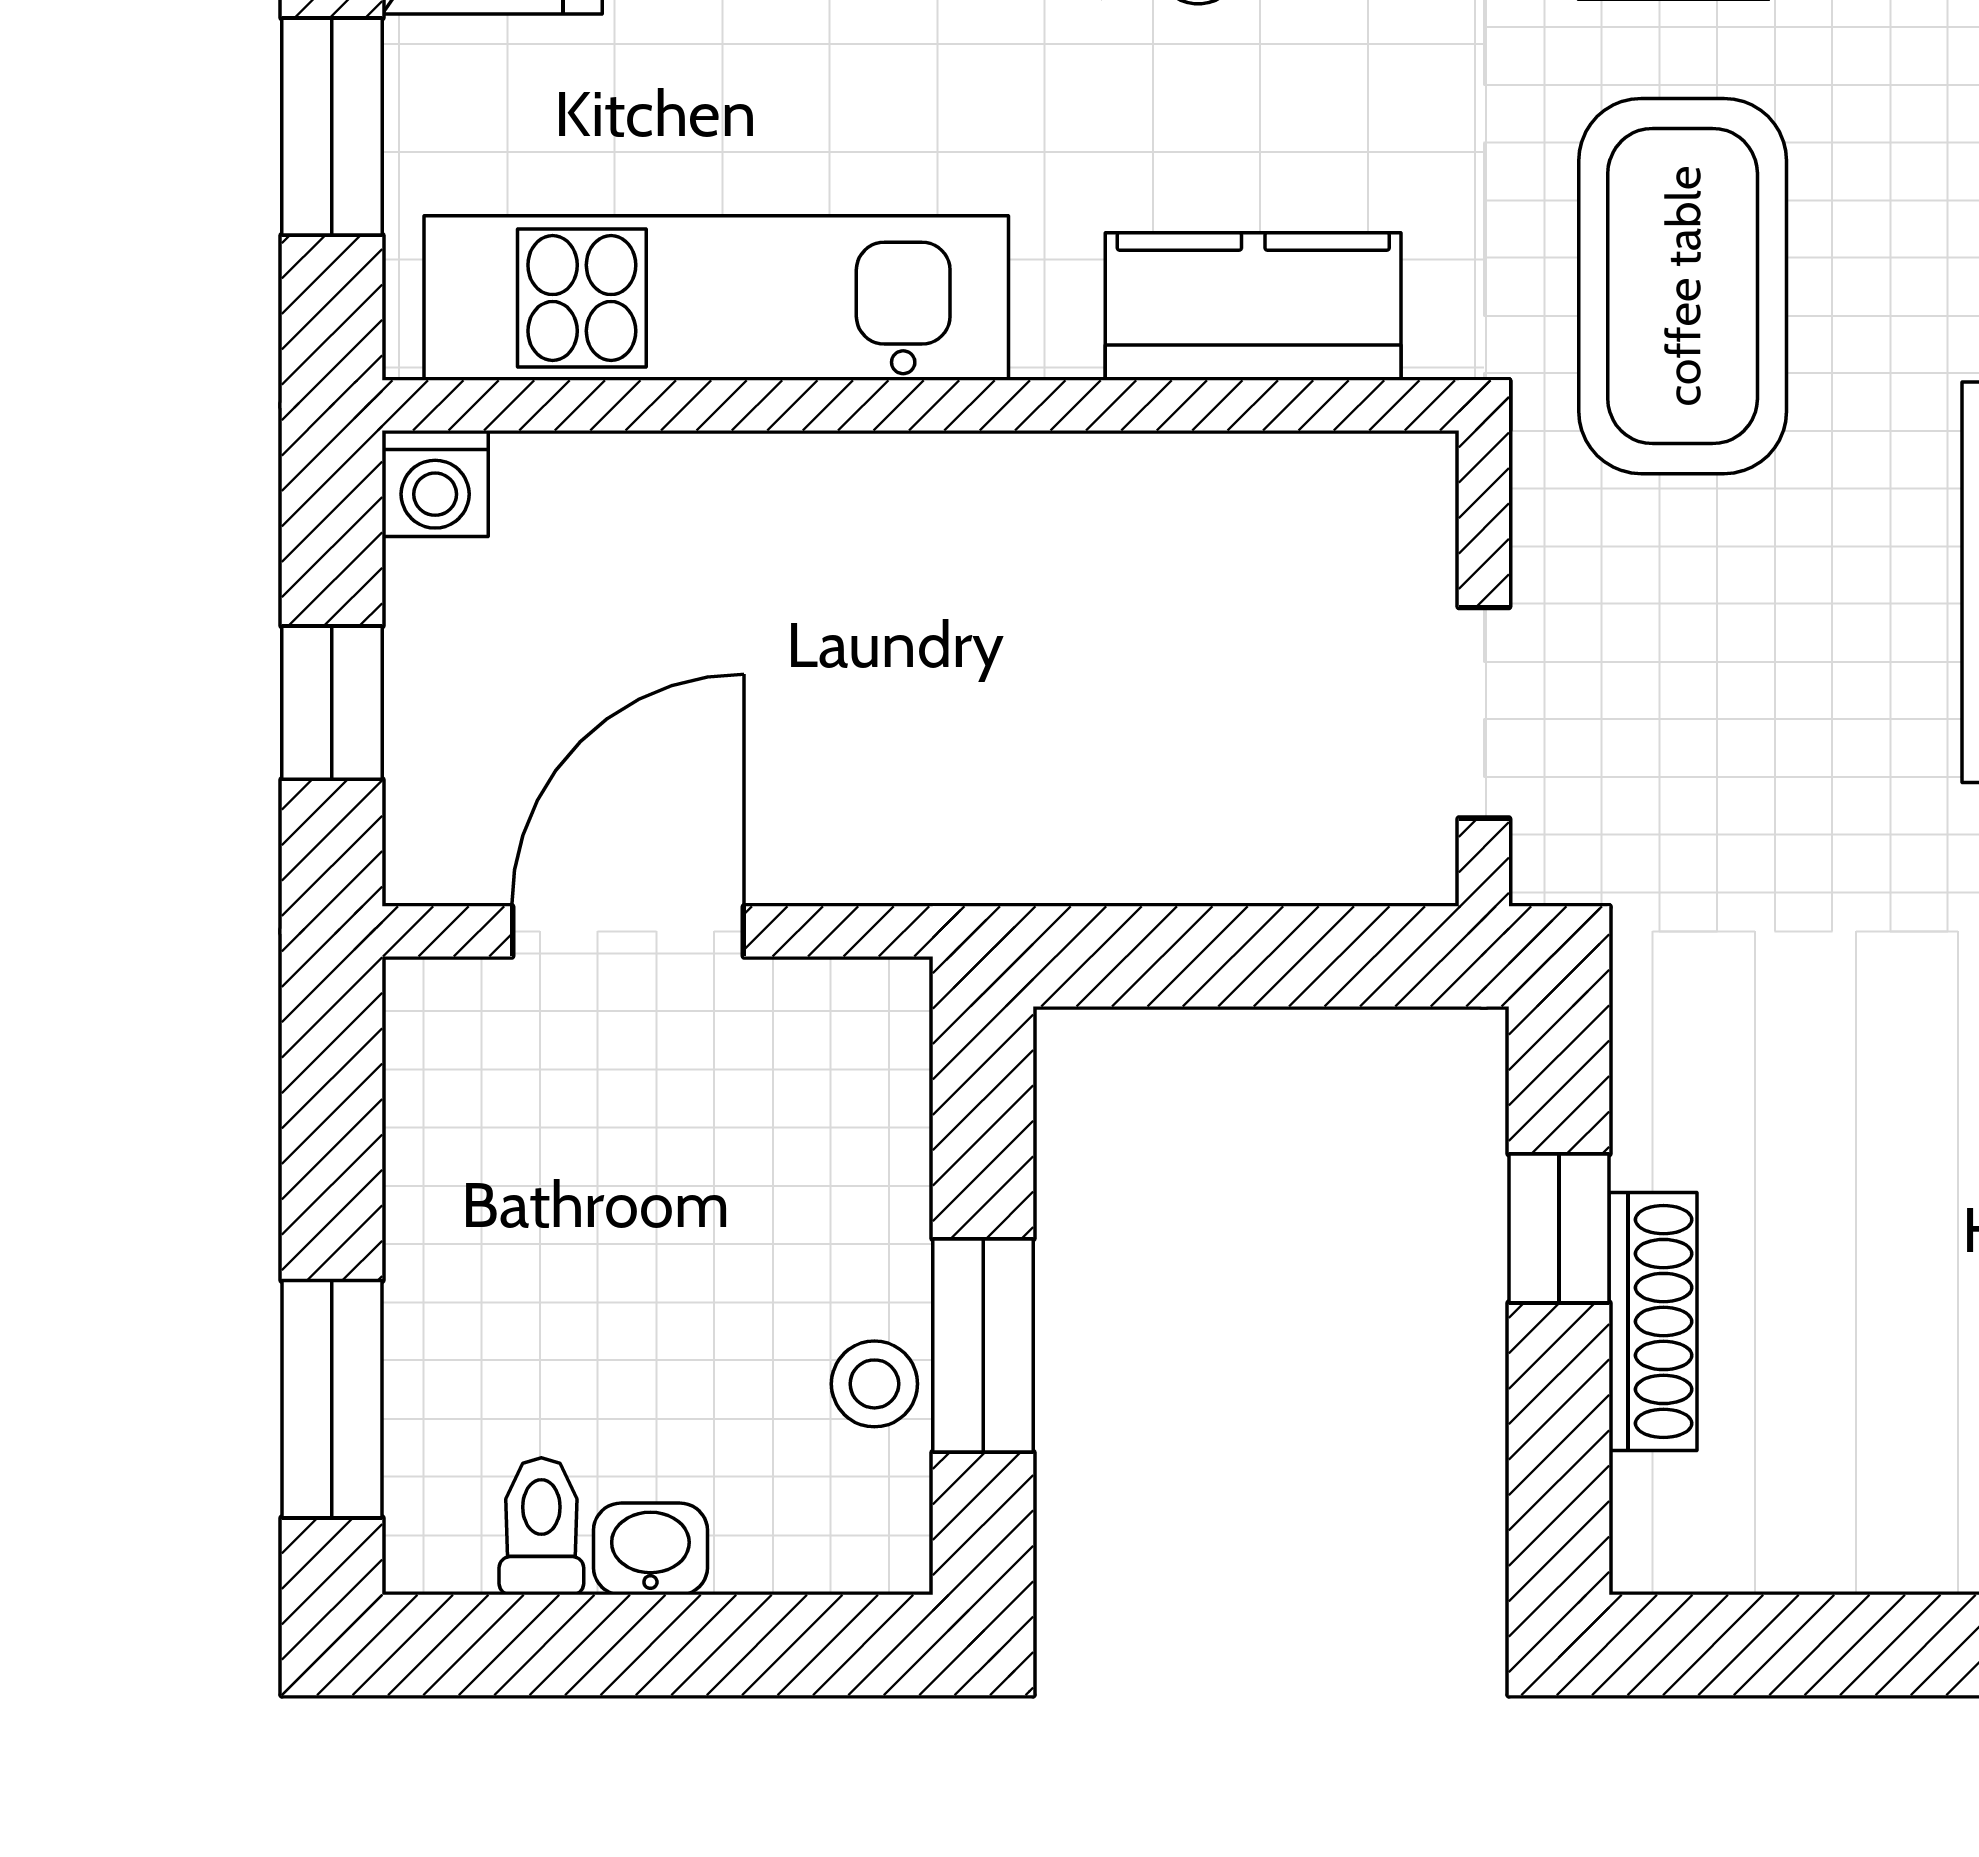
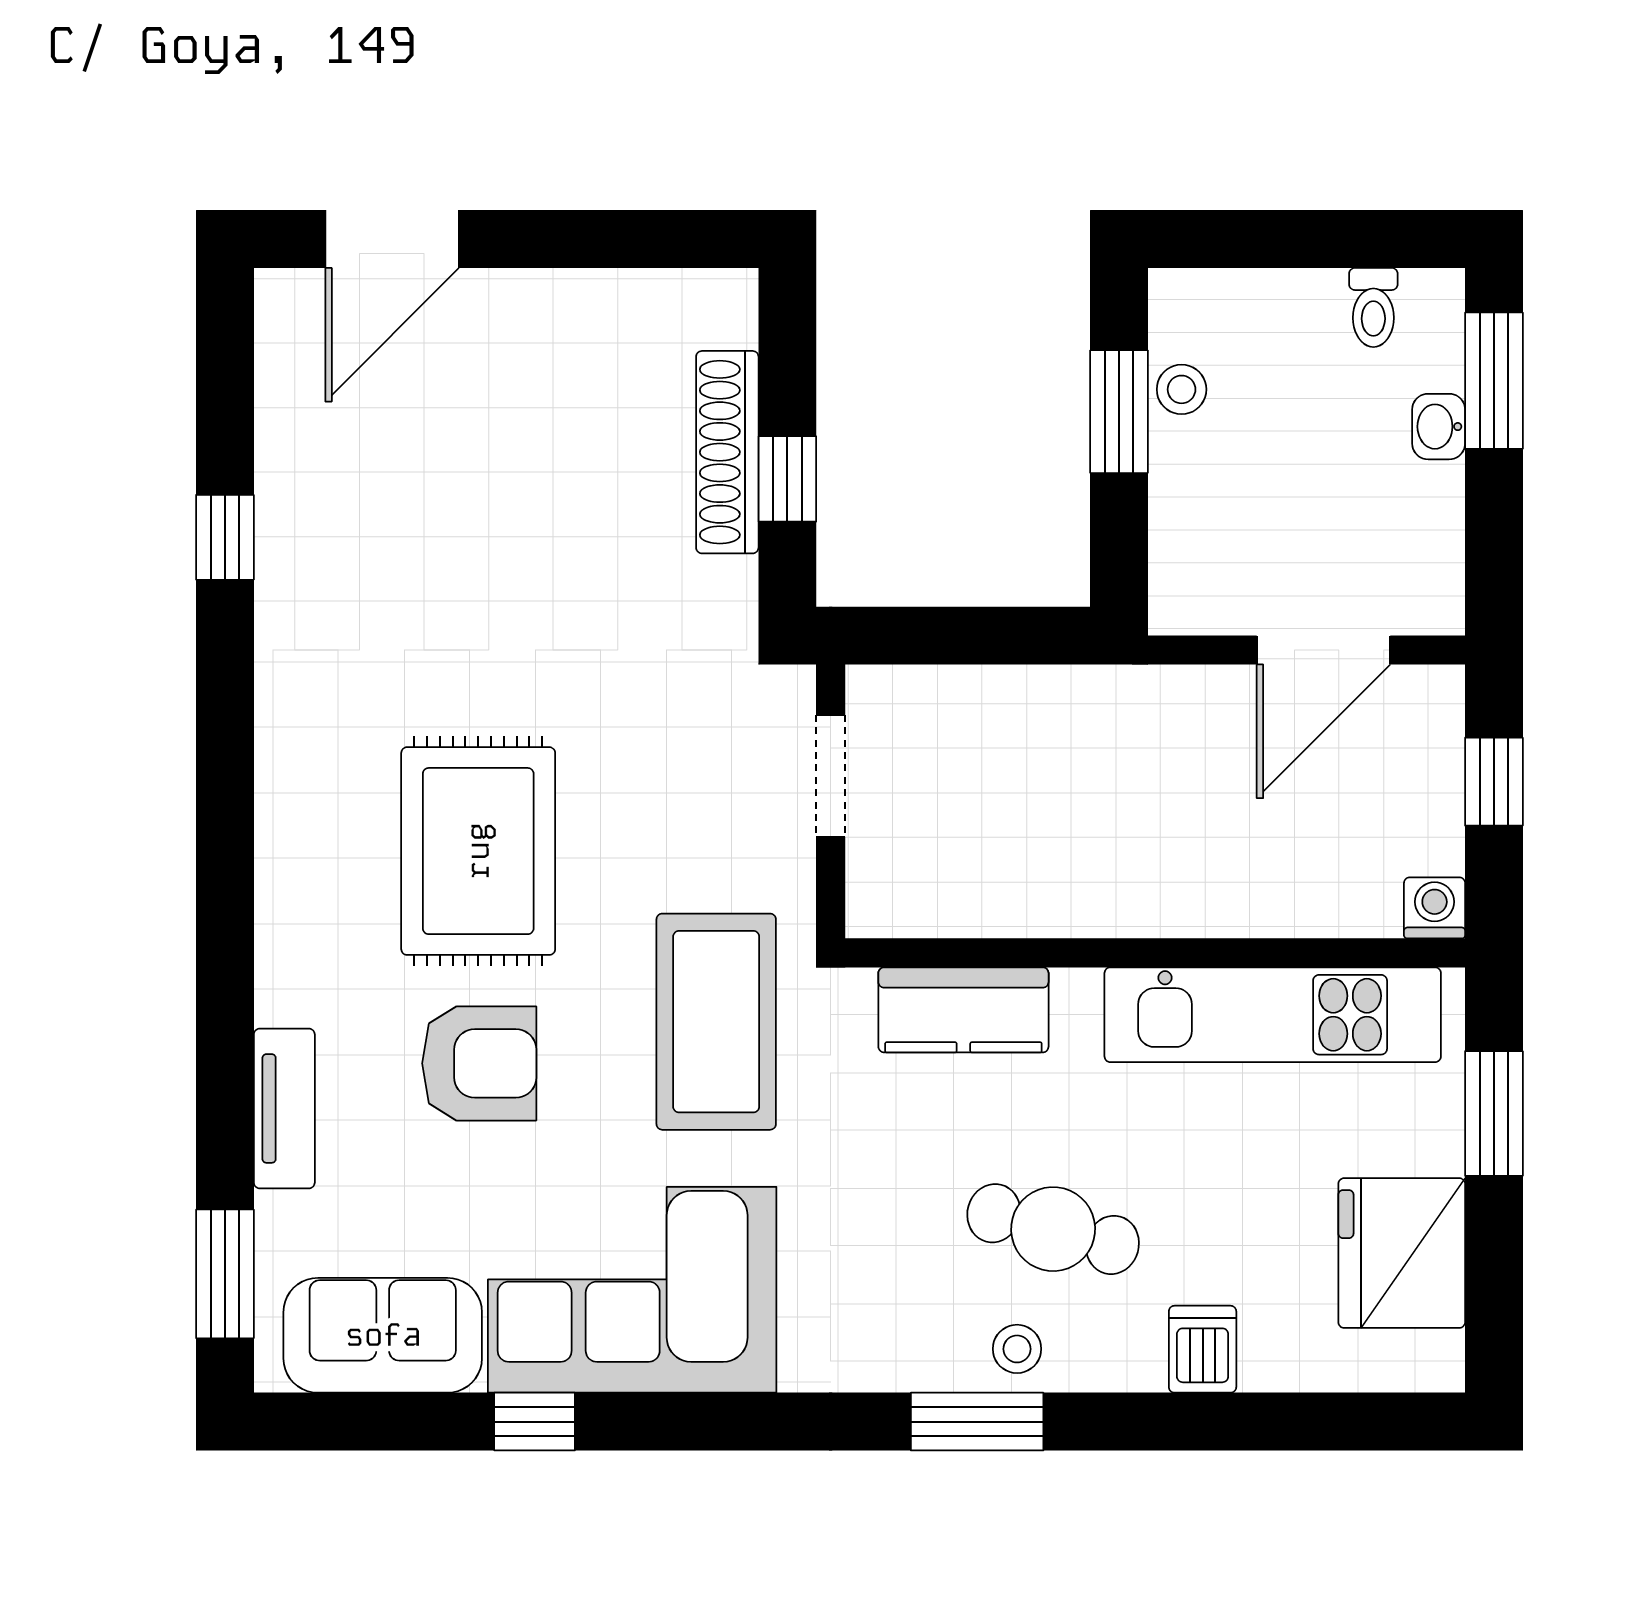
shoe rack: (1653, 1322) -> (727, 452), width x1.36, depth x1.24
washbasin: (650, 1549) -> (1439, 427), moved, turned 90

